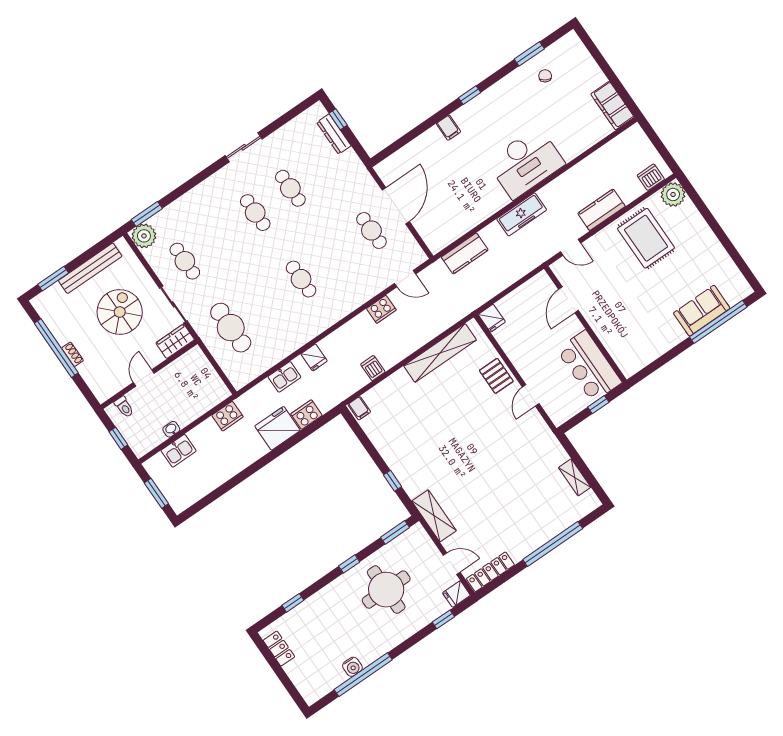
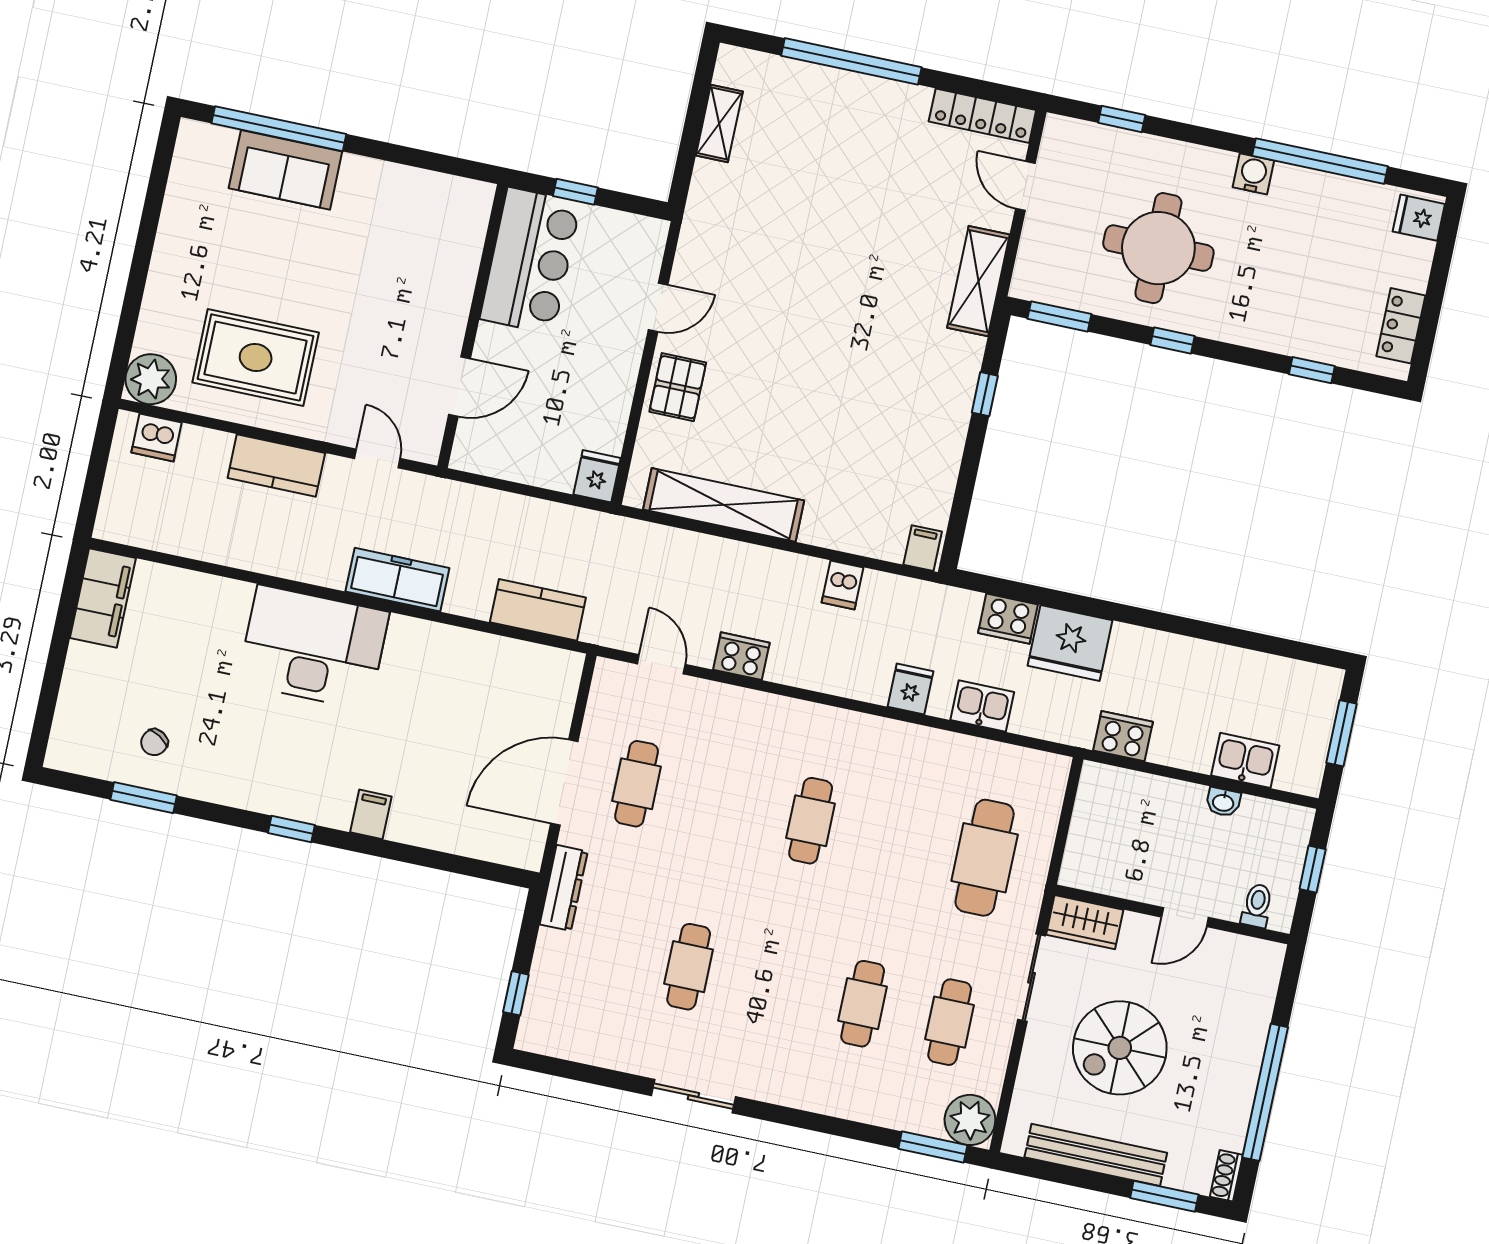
dresser: (334, 134) -> (564, 888), moved
cafe table: (255, 213) -> (863, 1004), moved
rug: (646, 238) -> (256, 358), turned 90
shoe rack: (72, 354) -> (1226, 1176), moved
fridge: (456, 594) -> (1419, 218), moved, turned 180
water cooler: (352, 667) -> (1253, 174), moved

